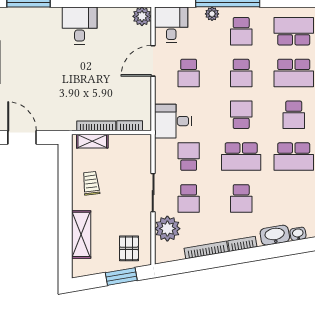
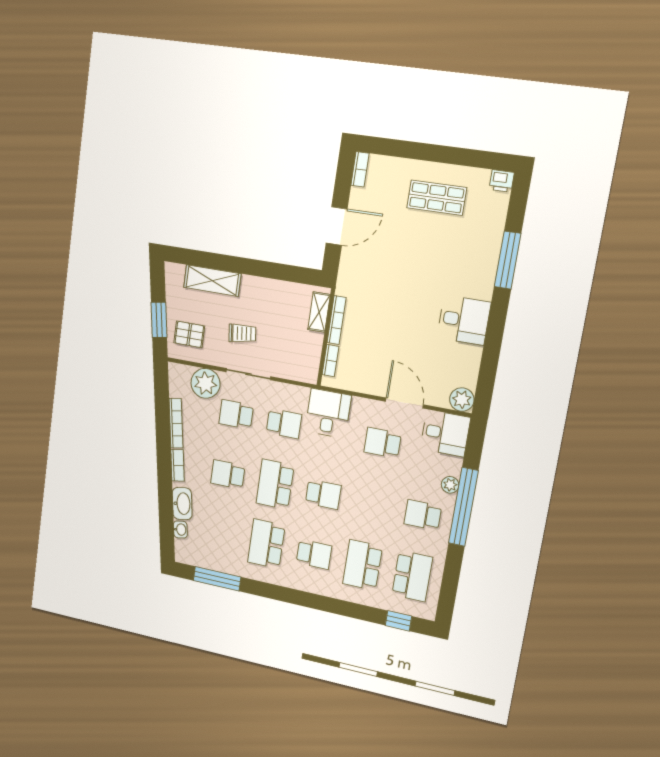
school desk: (241, 73) -> (372, 505), removed
school desk: (294, 115) -> (314, 554), turned 180
trolley: (91, 183) -> (242, 333), moved

